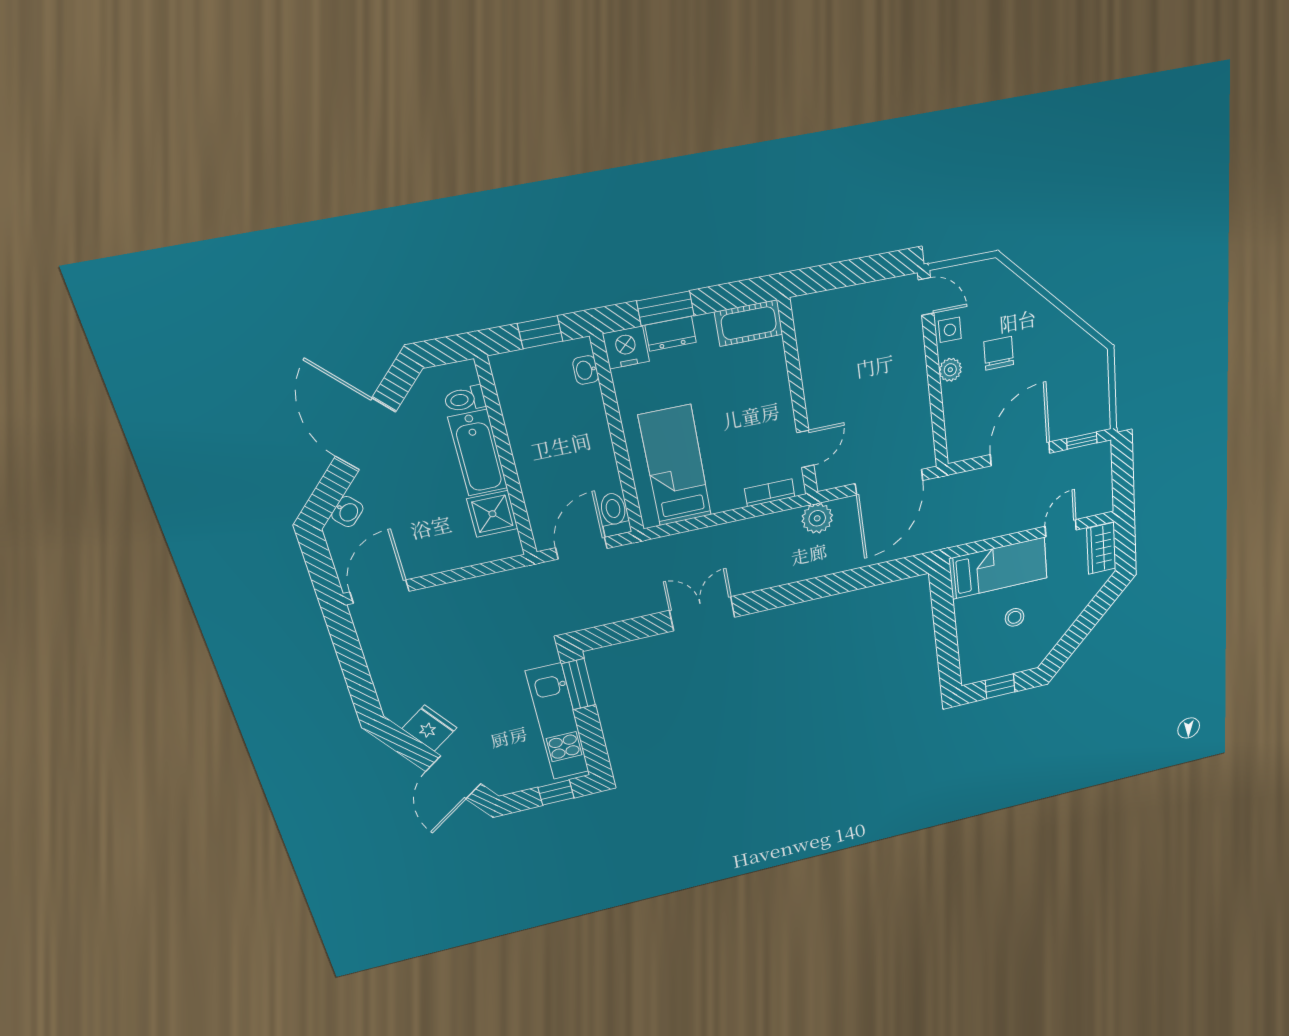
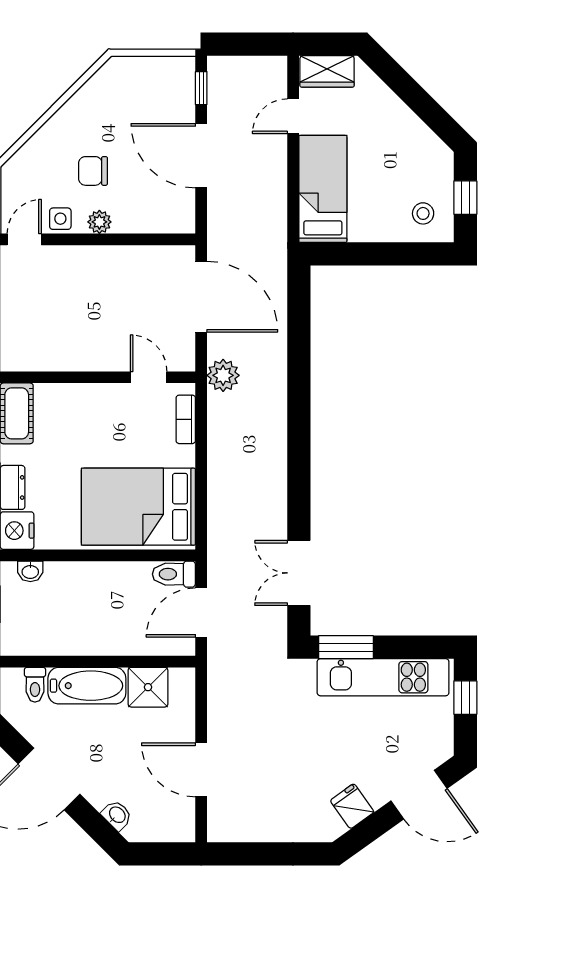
bed: (675, 466) -> (138, 507), width x1.50
door: (1061, 528) -> (293, 116), hinge flipped
door: (581, 548) -> (201, 613), hinge flipped
door: (380, 592) -> (201, 770), moved
double door: (702, 614) -> (299, 573), moved
stool: (1015, 617) -> (423, 213), moved
fridge: (429, 728) -> (352, 806), width x0.72

